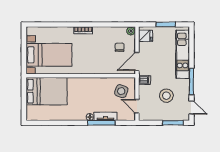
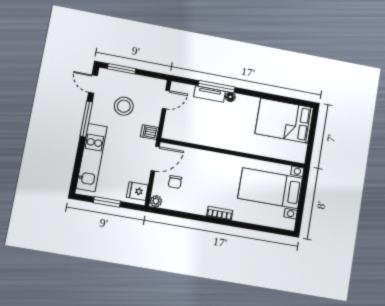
bed: (46, 91) -> (284, 121), moved
side table: (121, 91) -> (183, 123), removed
door: (137, 106) -> (166, 99), hinge flipped

